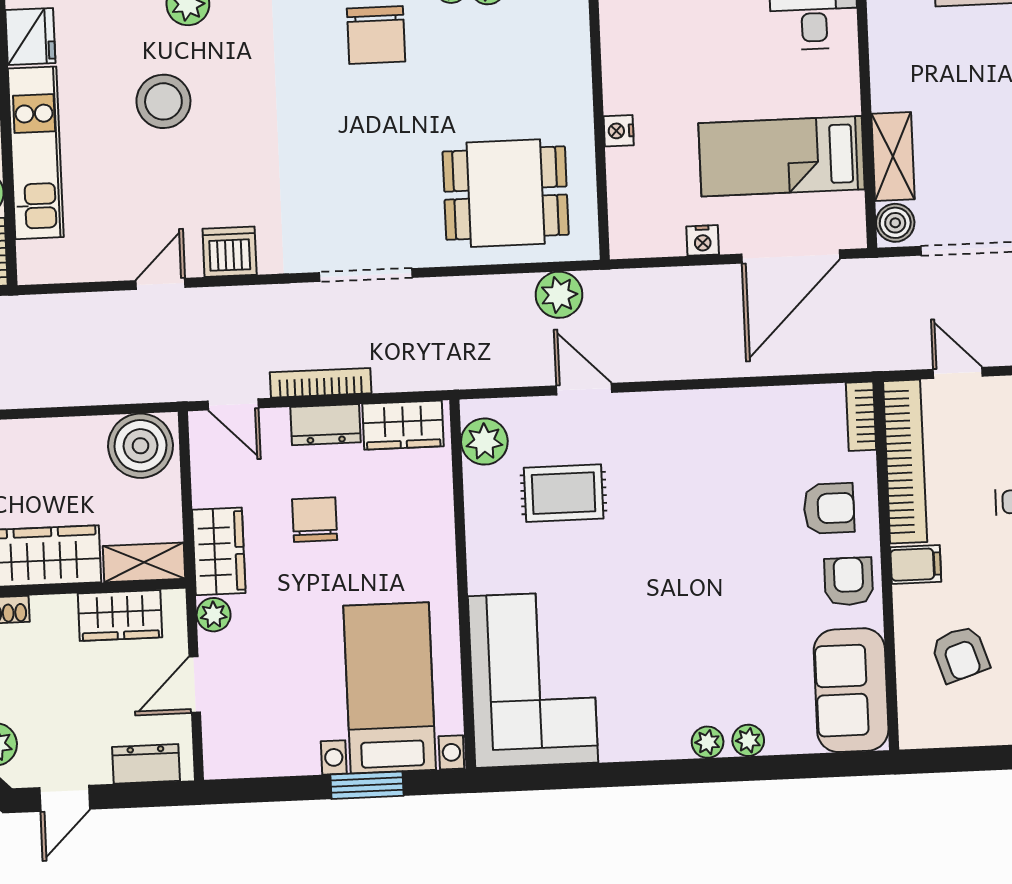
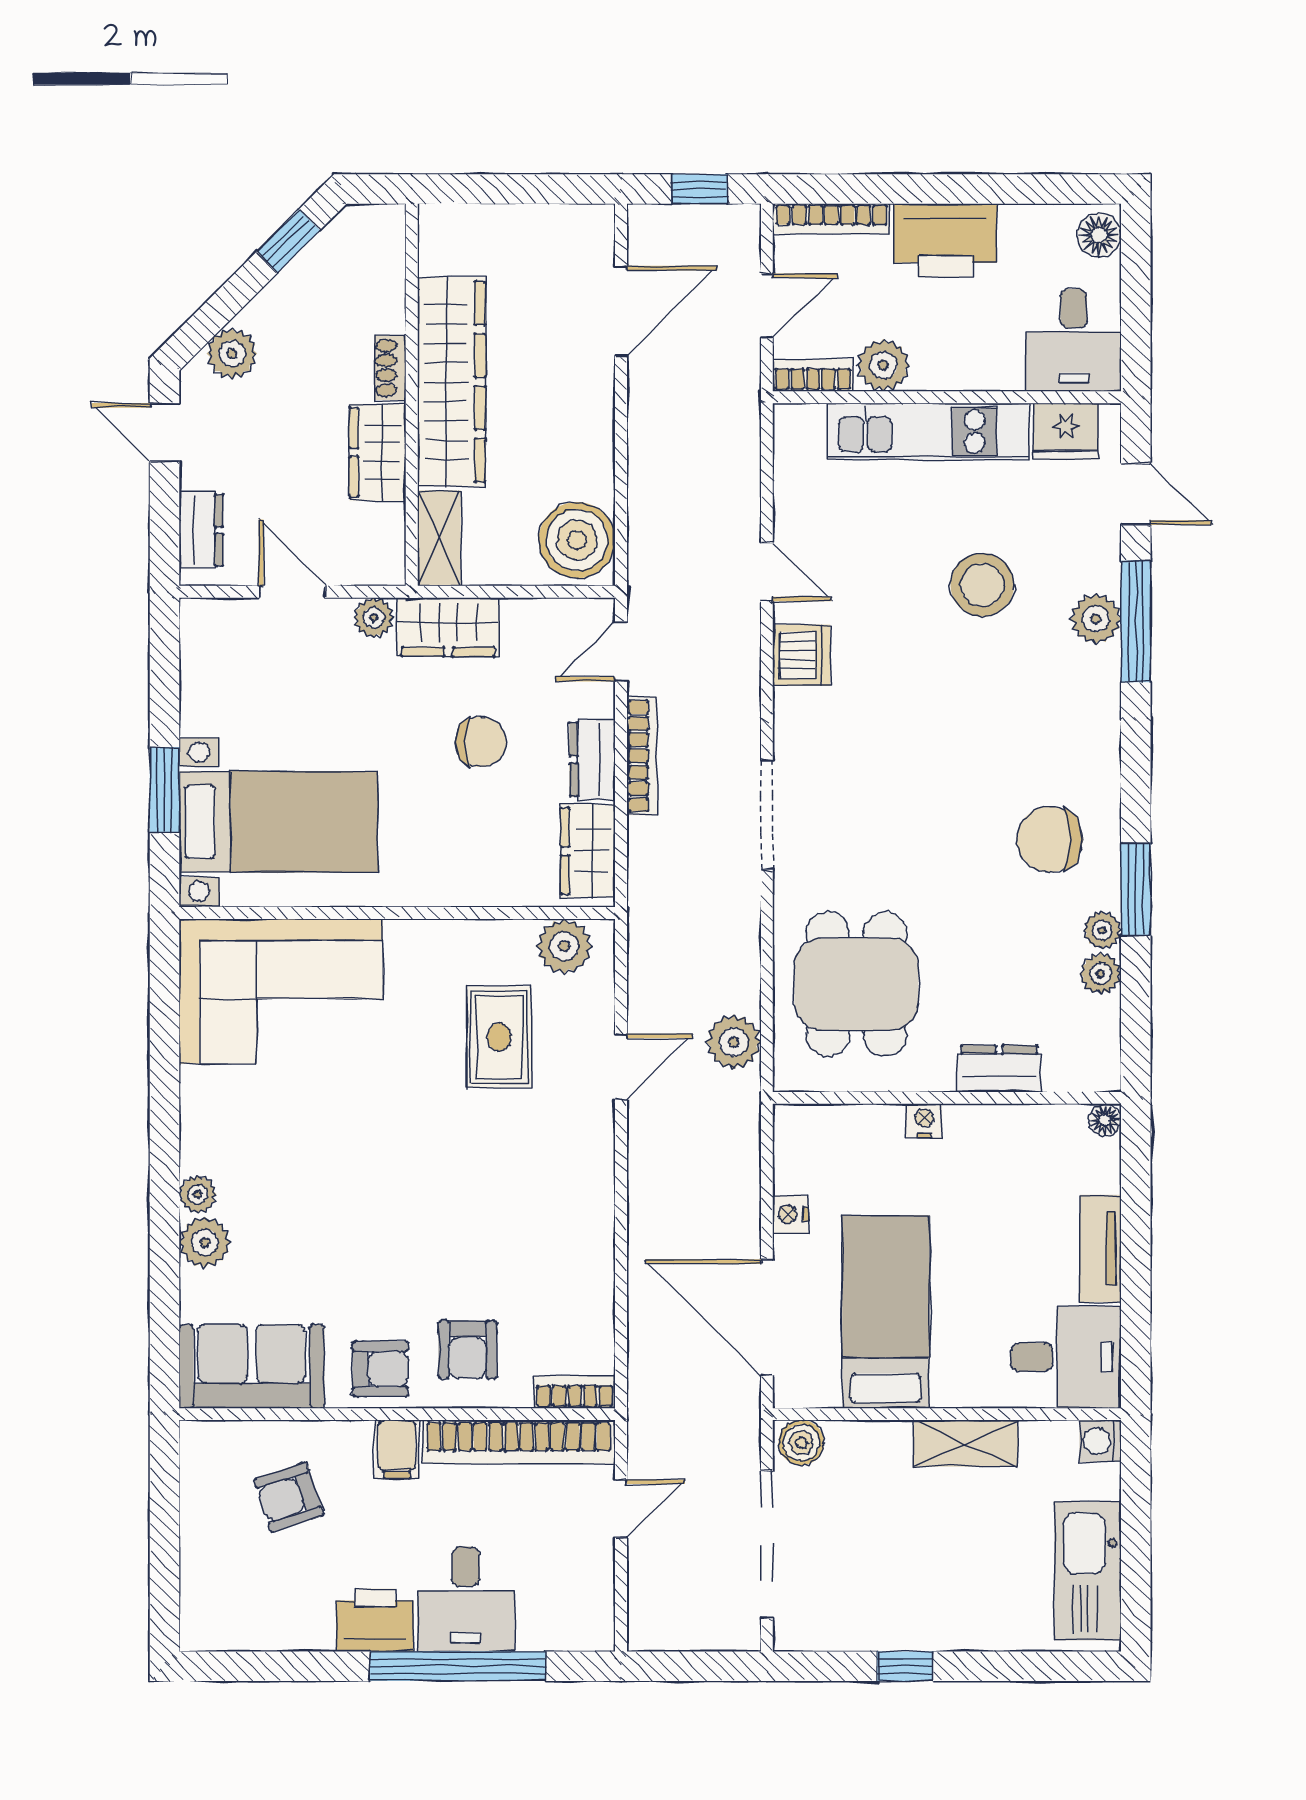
dresser: (572, 69) -> (999, 1069), added
shelving: (893, 157) -> (966, 1443), moved
wardrobe: (120, 615) -> (378, 452), moved
plant: (748, 740) -> (205, 1242), width x1.38, depth x1.38

